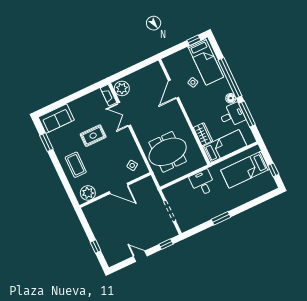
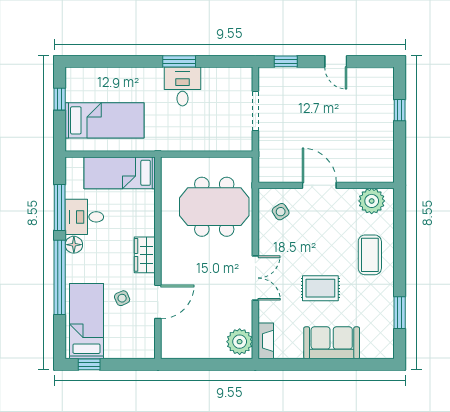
double door: (124, 114) -> (255, 278), moved
sofa: (56, 119) -> (332, 343), moved
wardrobe: (203, 134) -> (145, 255), moved
desk: (203, 183) -> (182, 86), moved, turned 180

